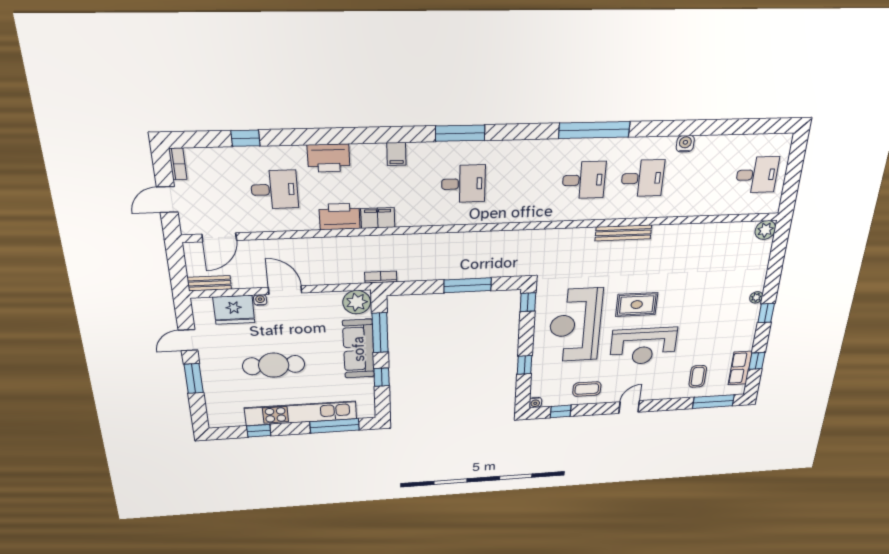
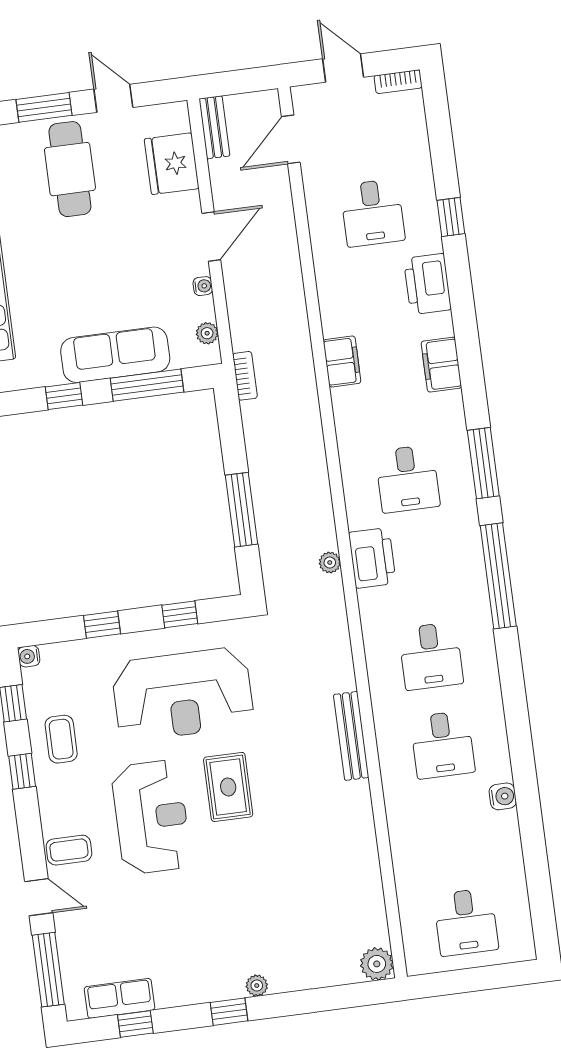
window: (594, 130) -> (498, 576), moved
window: (245, 138) -> (451, 217), moved
filing cabinet: (396, 154) -> (441, 365), width x2.00
printer: (340, 217) -> (372, 558), moved
plant: (511, 236) -> (330, 563), added
door: (219, 237) -> (291, 139), hinge flipped
water cooler: (260, 300) -> (203, 286), moved
plant: (357, 302) -> (207, 333), width x0.53, depth x0.53
window: (528, 302) -> (180, 614), moved
reception desk: (575, 325) -> (183, 694), turned 180
reception desk: (643, 346) -> (151, 817), turned 180
cafe table: (274, 365) -> (70, 169), moved
coffee table: (698, 376) -> (69, 850), moved
door: (629, 407) -> (39, 897), moved
window: (600, 409) -> (22, 771), added

